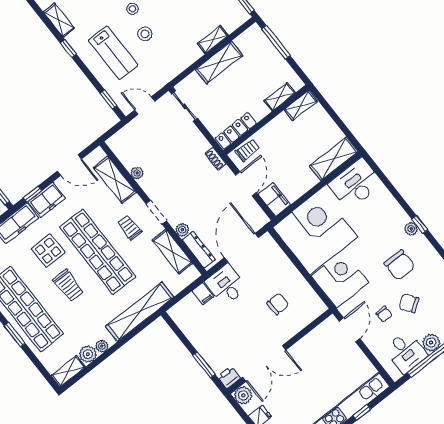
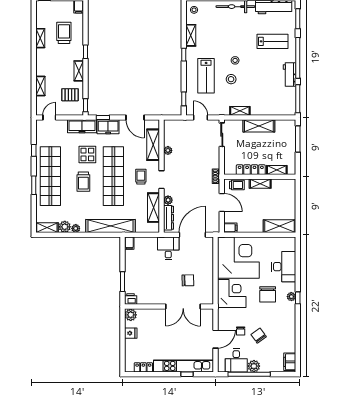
shelving: (213, 39) -> (240, 111), moved
shelving: (301, 106) -> (260, 184), moved
locker: (236, 131) -> (251, 170), moved
door: (246, 184) -> (222, 202), hinge flipped
desk: (355, 184) -> (284, 267), moved, turned 90
filing cabinet: (274, 199) -> (230, 228), width x0.50
chair: (400, 265) -> (268, 294), moved
filing cabinet: (203, 294) -> (129, 243), moved
door: (350, 330) -> (215, 339), moved
double door: (264, 364) -> (183, 307), moved

